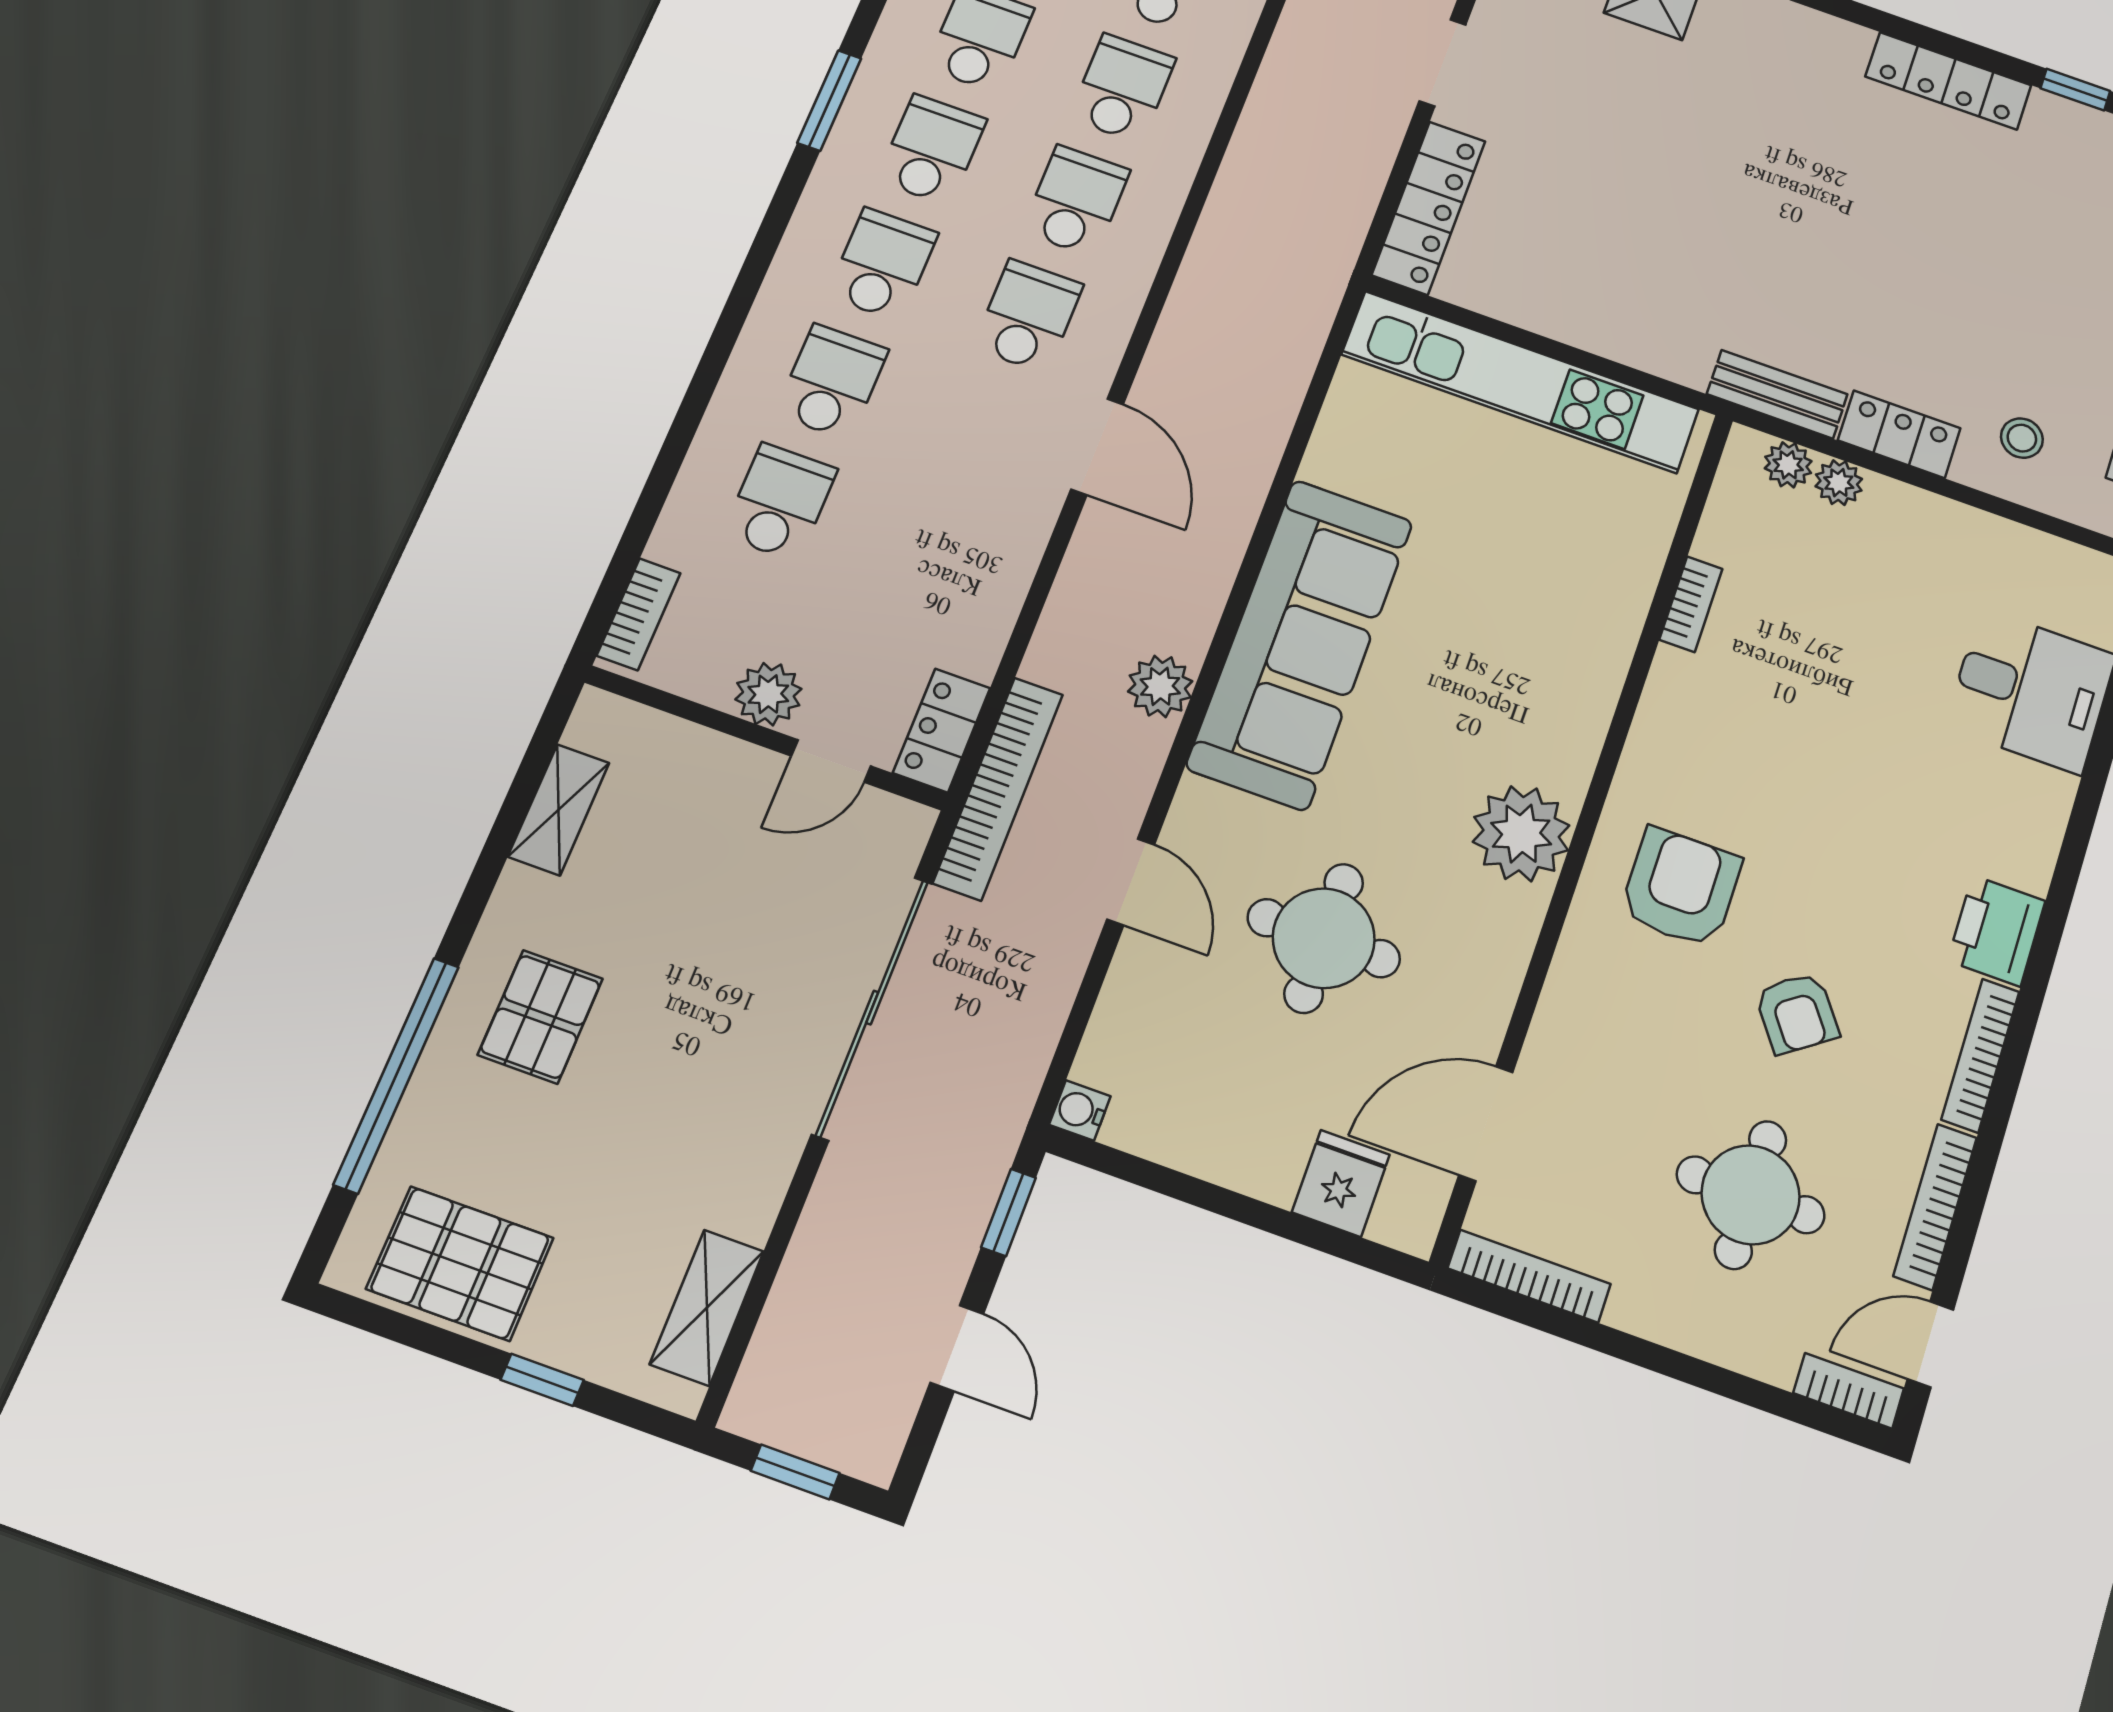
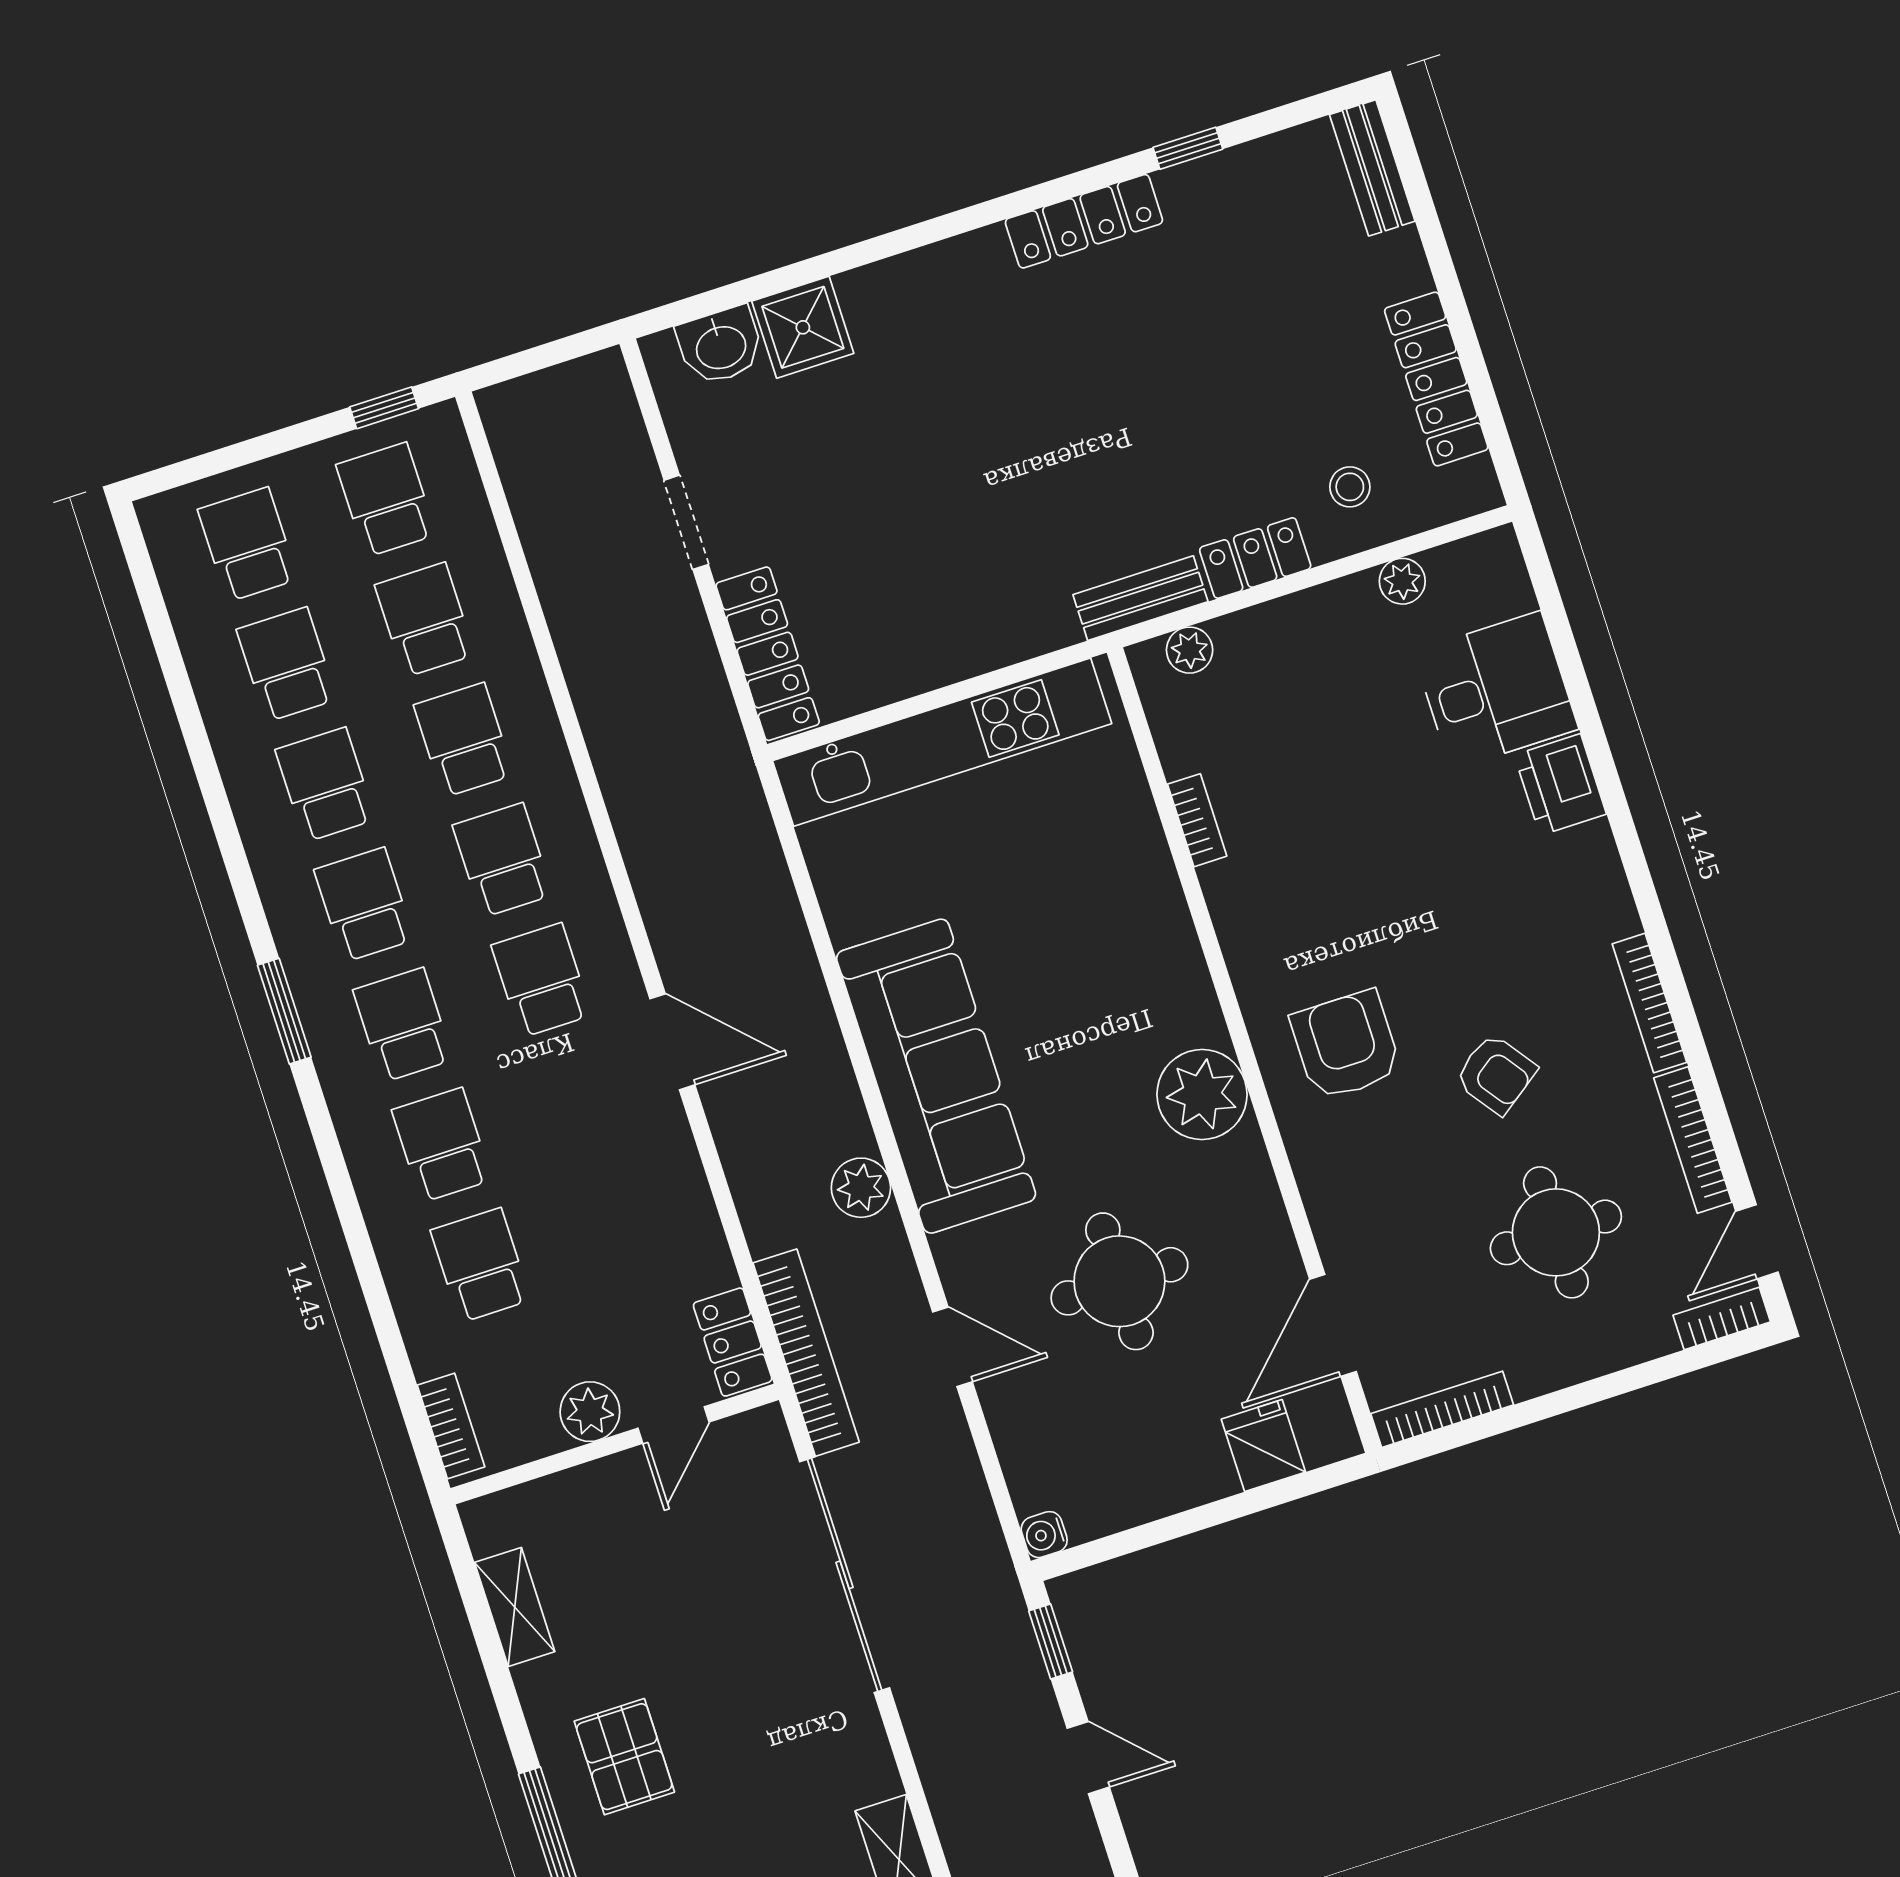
window: (829, 101) -> (284, 1011), moved
plant: (1839, 483) -> (1402, 581), moved
printer: (1996, 931) -> (1560, 785), moved

